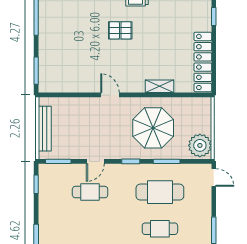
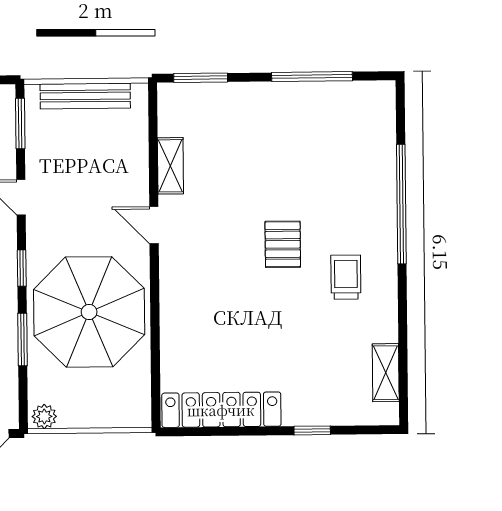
shelving: (160, 86) -> (170, 166), moved
door: (110, 95) -> (154, 225), swing flipped
parasol: (153, 128) -> (89, 312), width x1.36, depth x1.36
plant: (200, 145) -> (44, 416), width x0.53, depth x0.53

